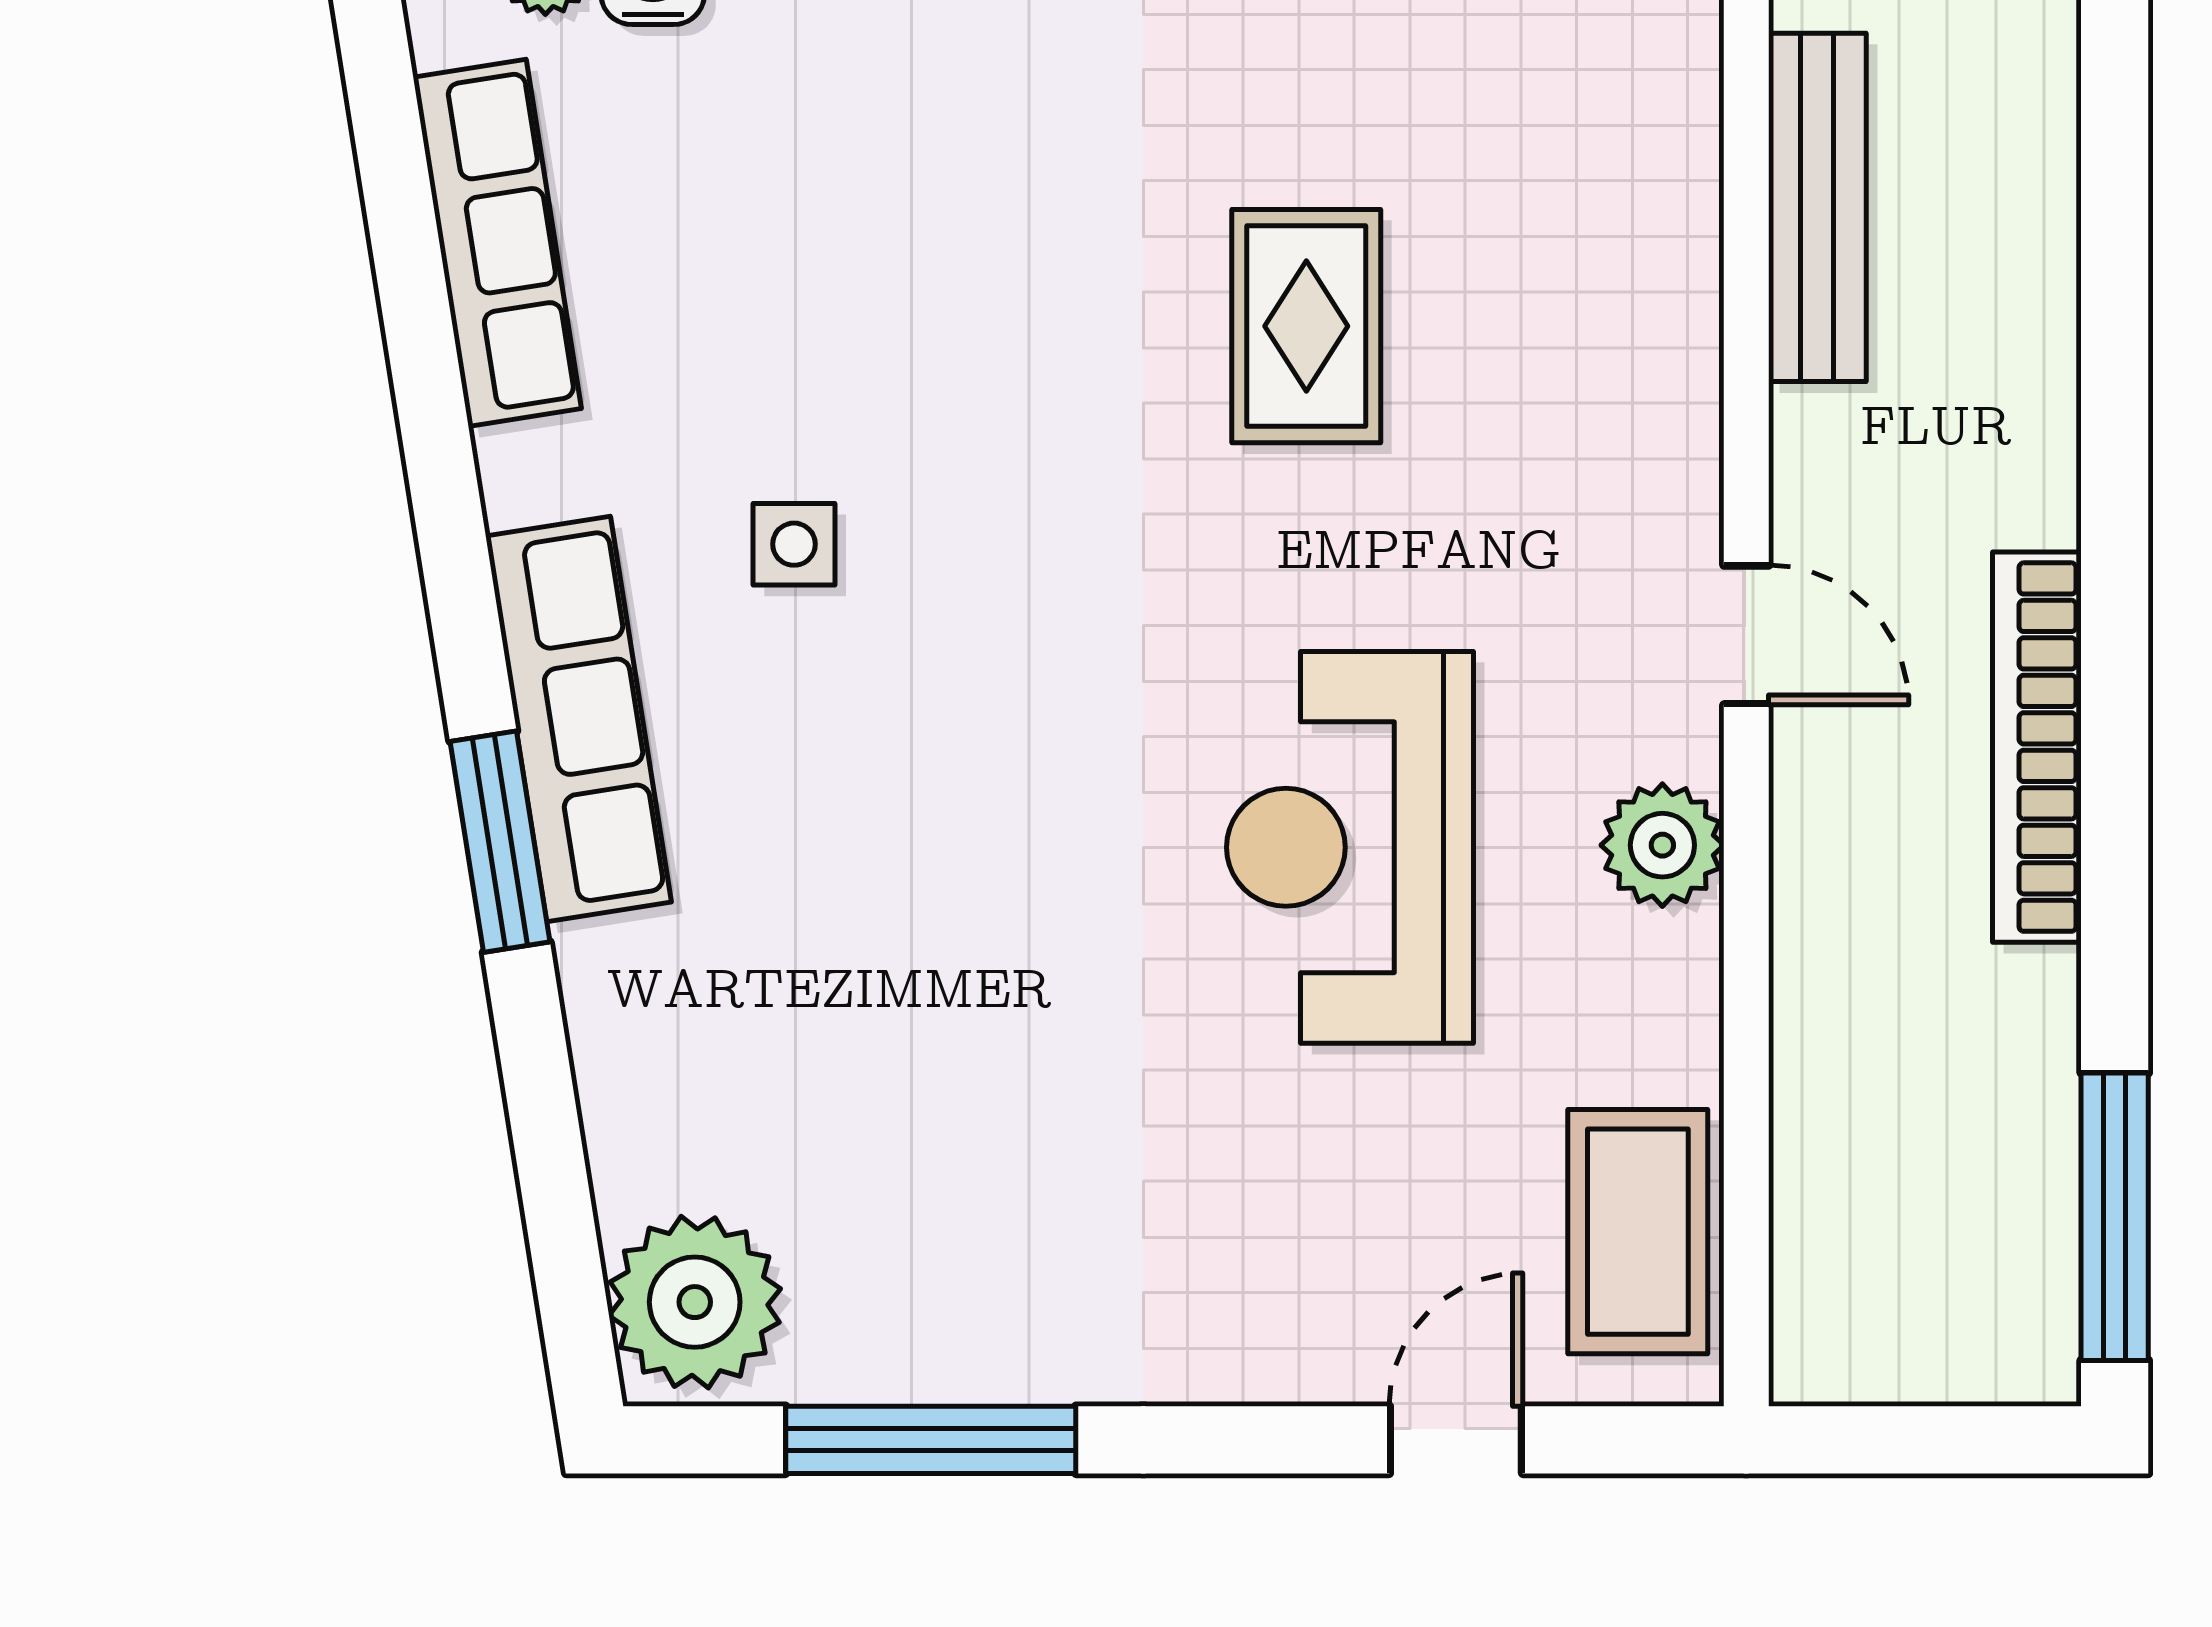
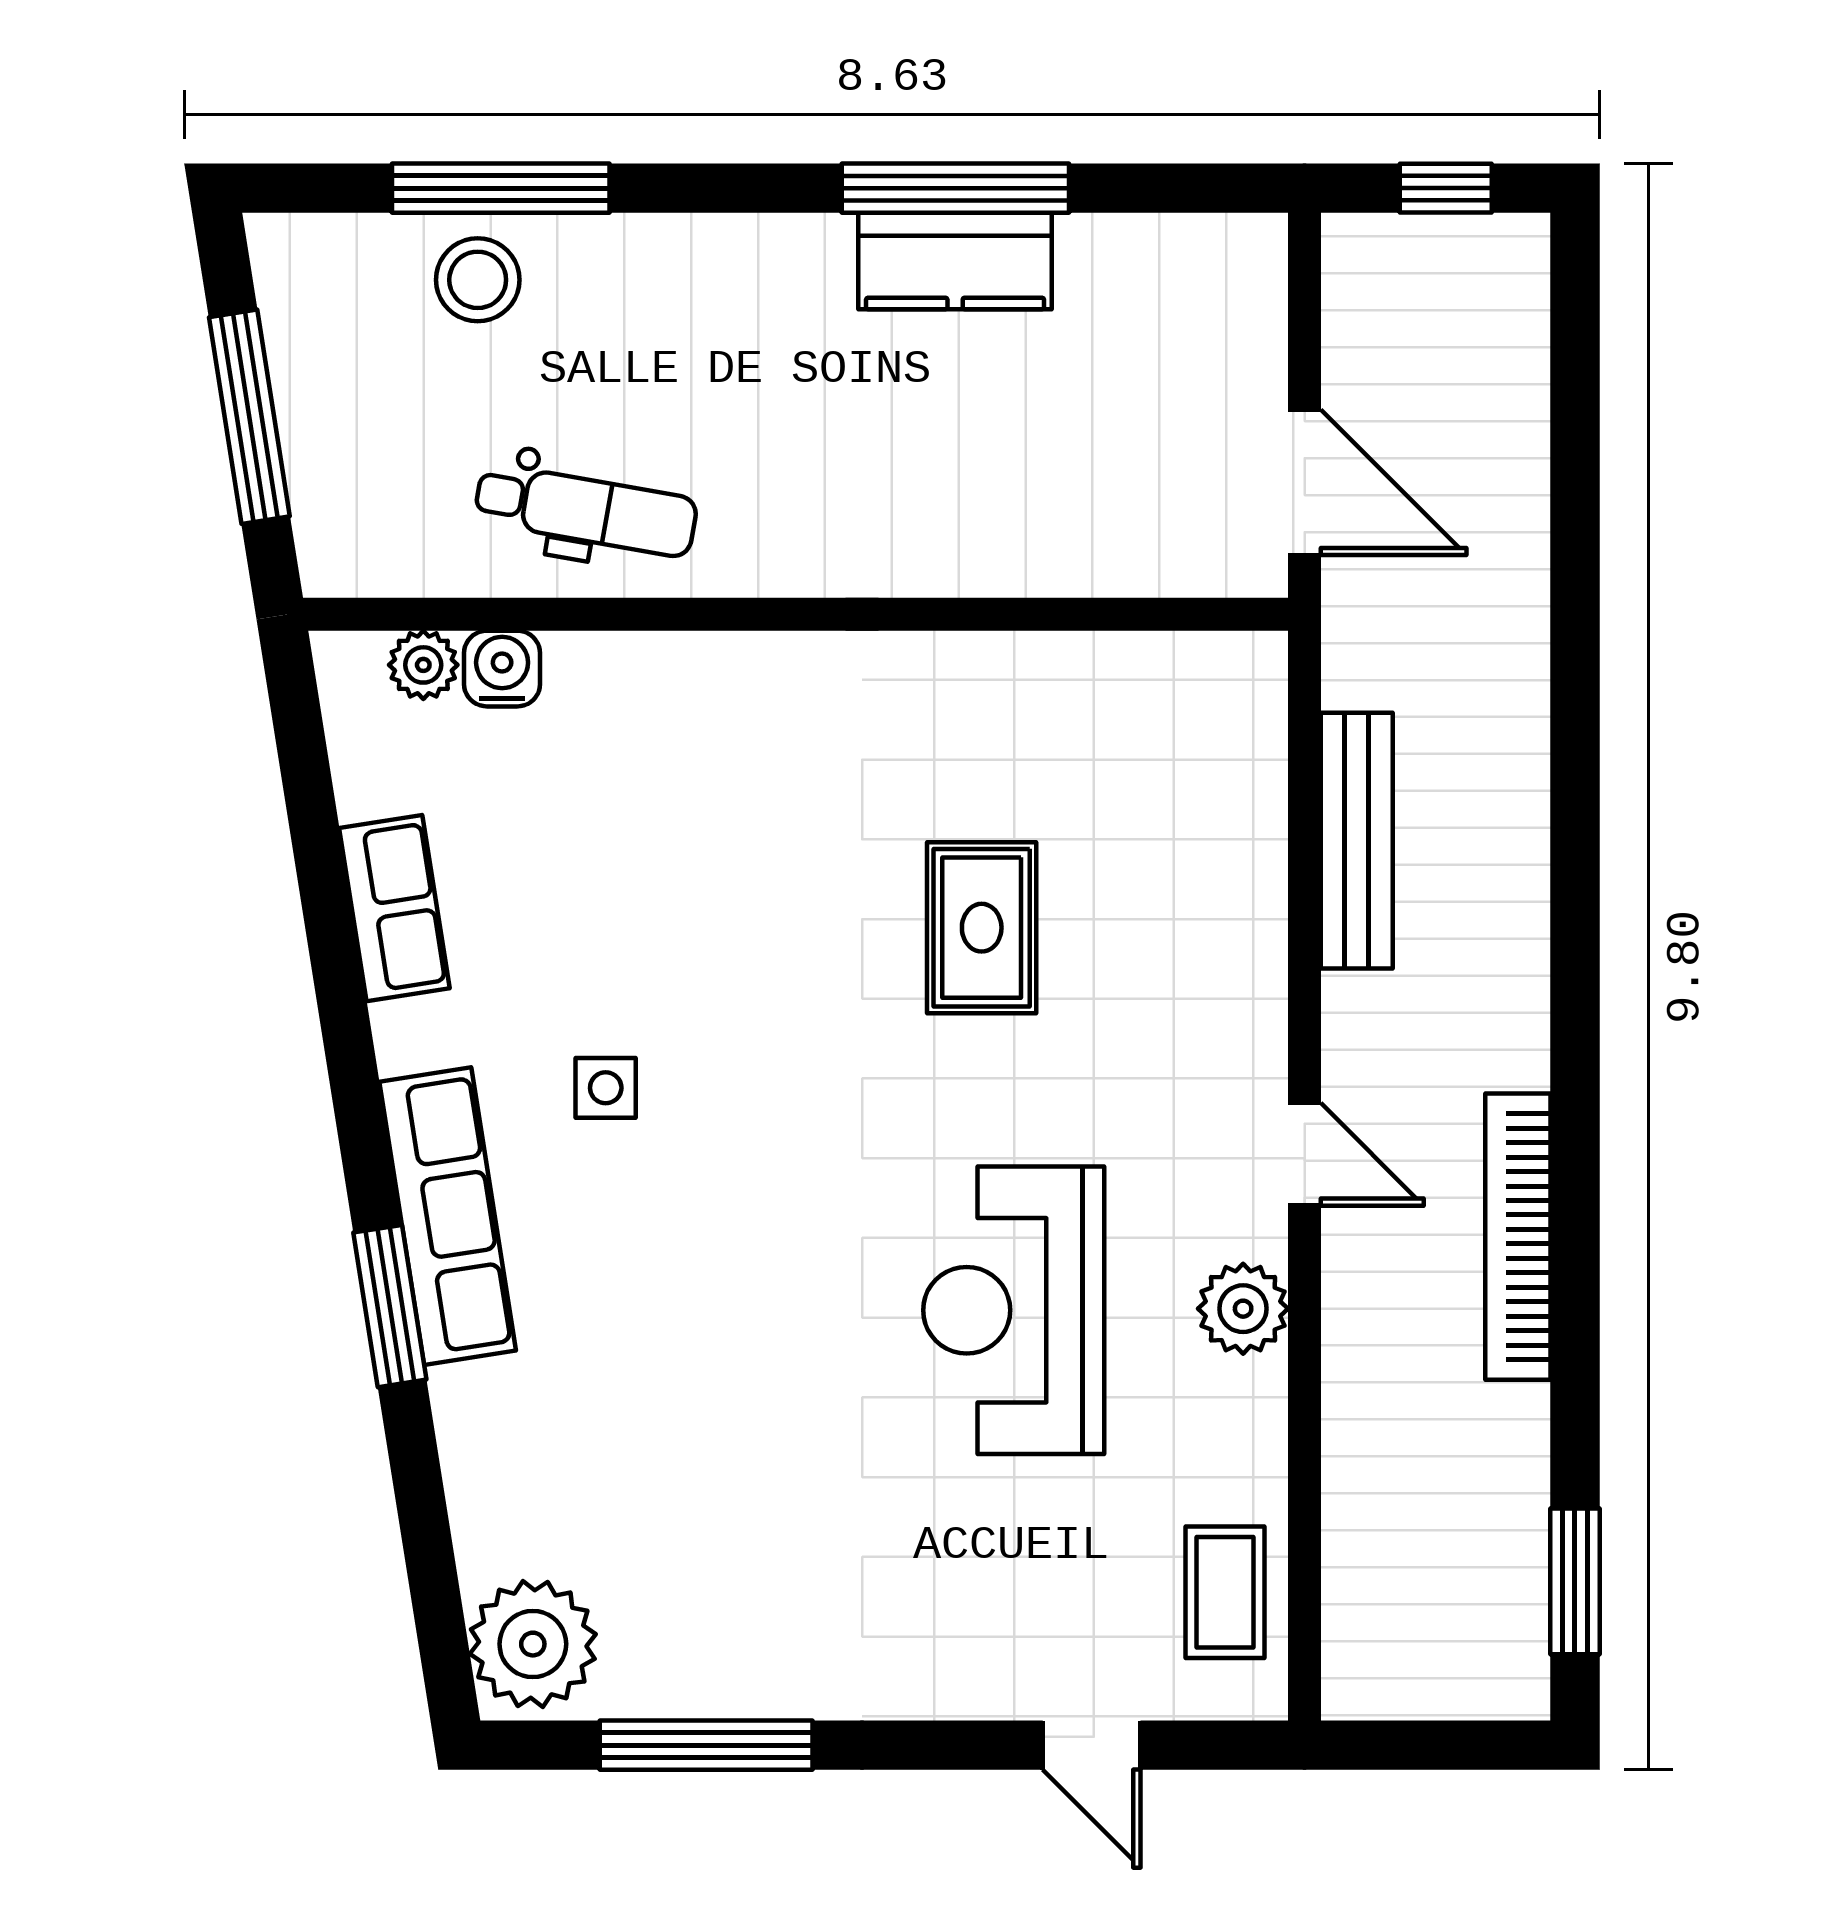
row of seats: (497, 243) -> (394, 908), width x0.68
window: (2115, 1217) -> (1575, 1581), width x0.69
coffee table: (1638, 1232) -> (1225, 1592), width x0.73, depth x0.77
door: (1456, 1440) -> (1092, 1745), swing flipped

